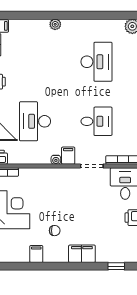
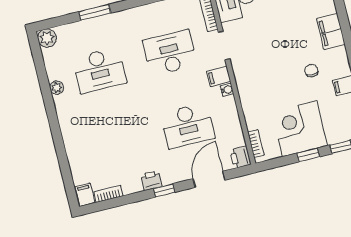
plant: (55, 24) -> (57, 88), moved
desk: (96, 62) -> (99, 70), turned 180
desk: (96, 121) -> (170, 53), width x1.37

